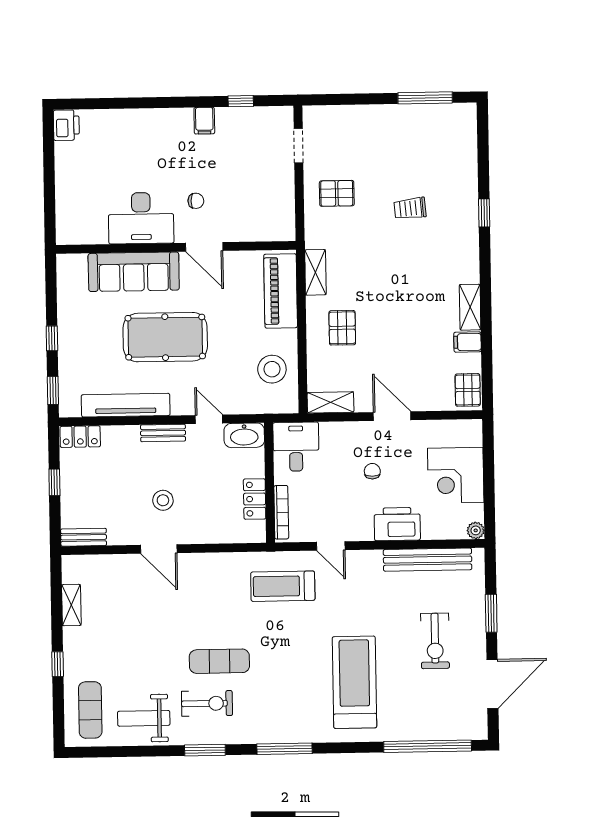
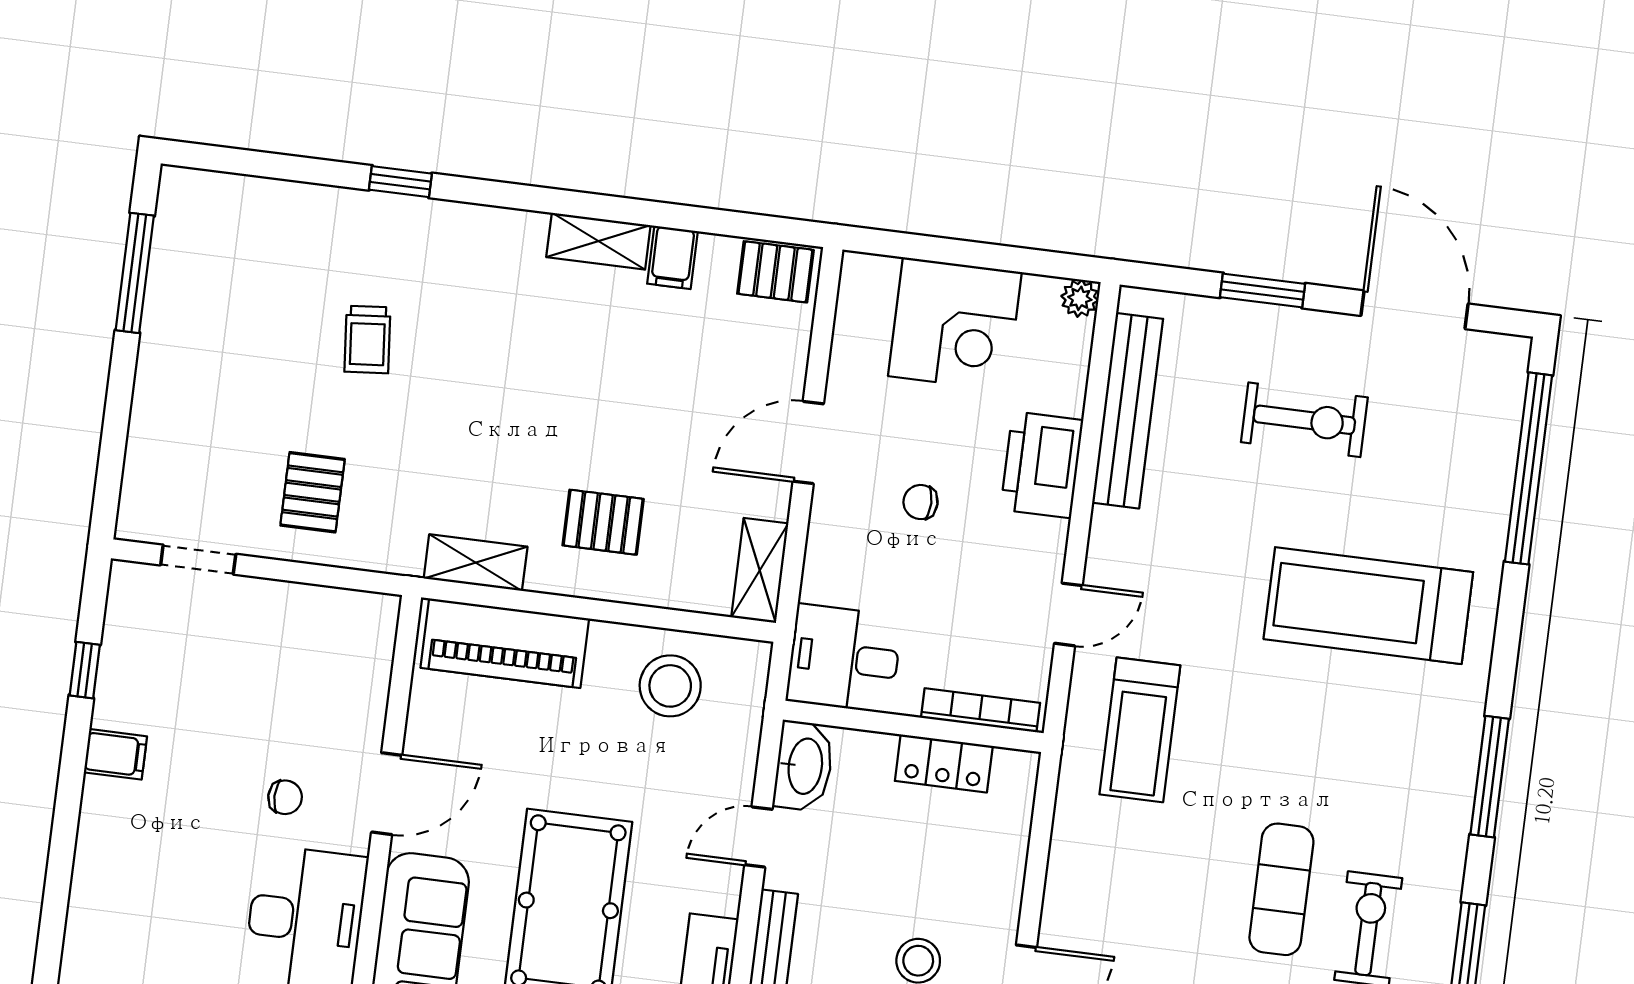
chair: (196, 201) -> (285, 797), turned 90

